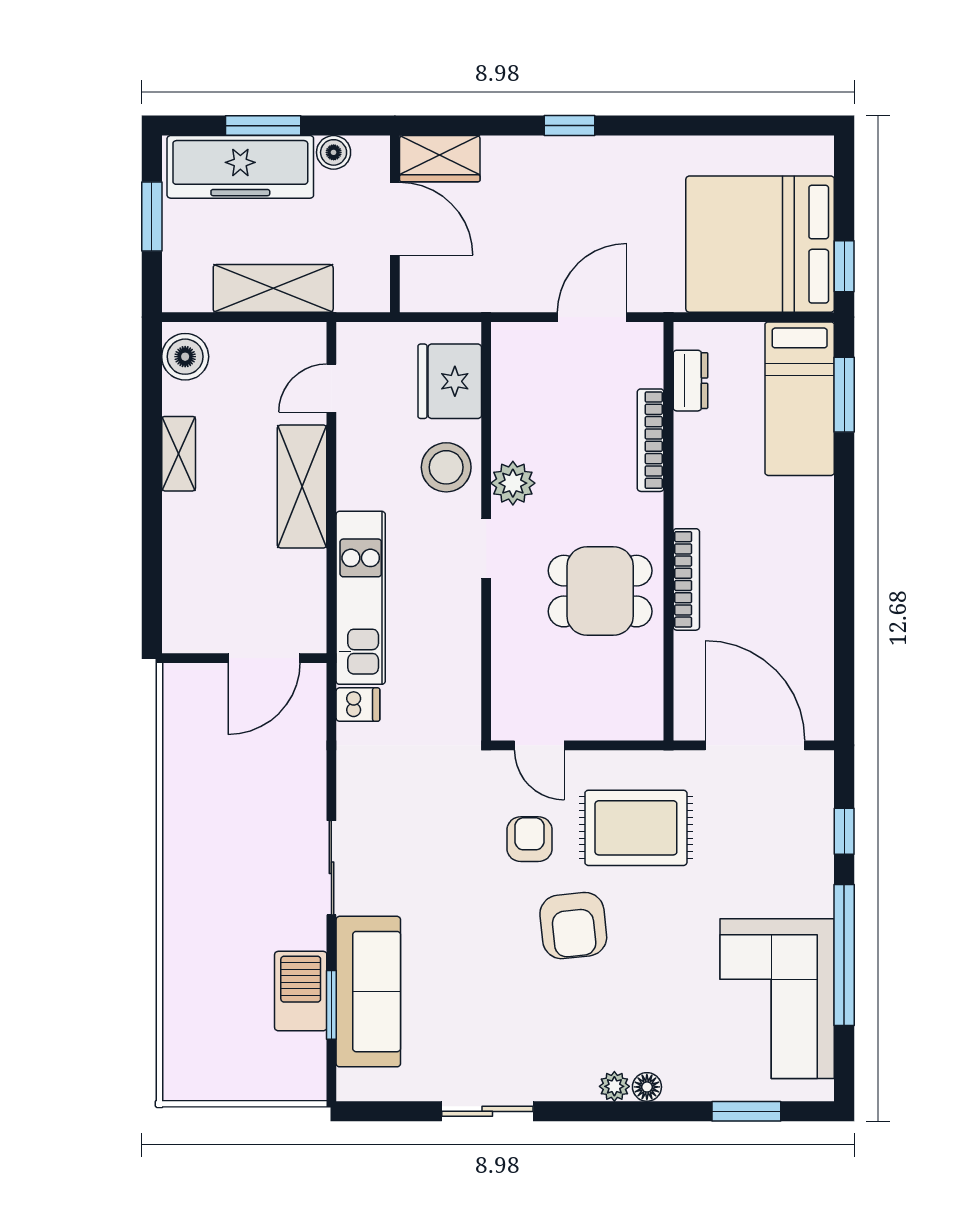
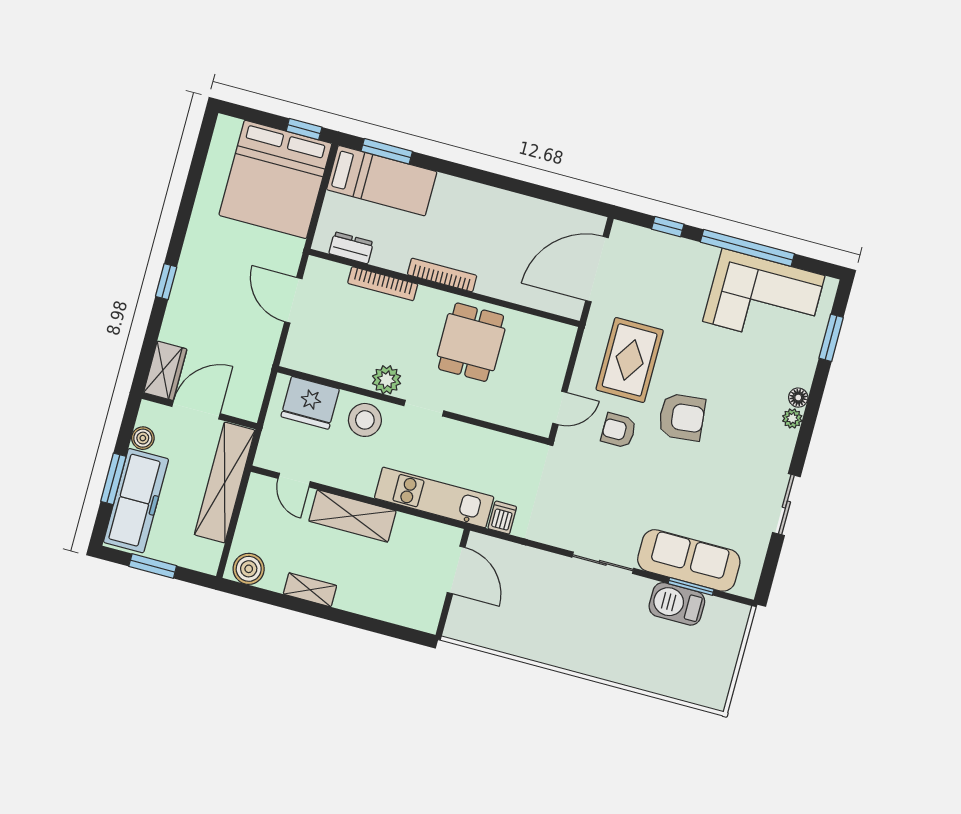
shelving: (273, 288) -> (225, 482), width x1.47
bookcase: (686, 579) -> (442, 275), moved

